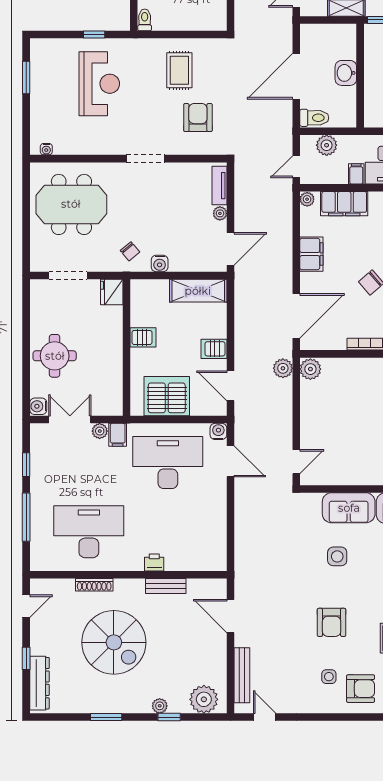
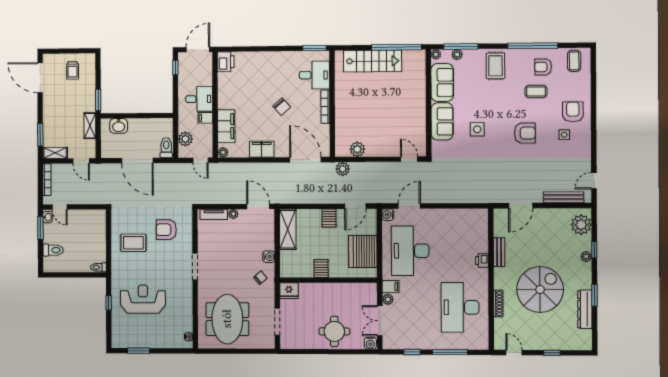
washbasin: (346, 73) -> (119, 126), moved
plant: (310, 369) -> (357, 149), moved
dresser: (39, 683) -> (585, 309), moved, turned -90

